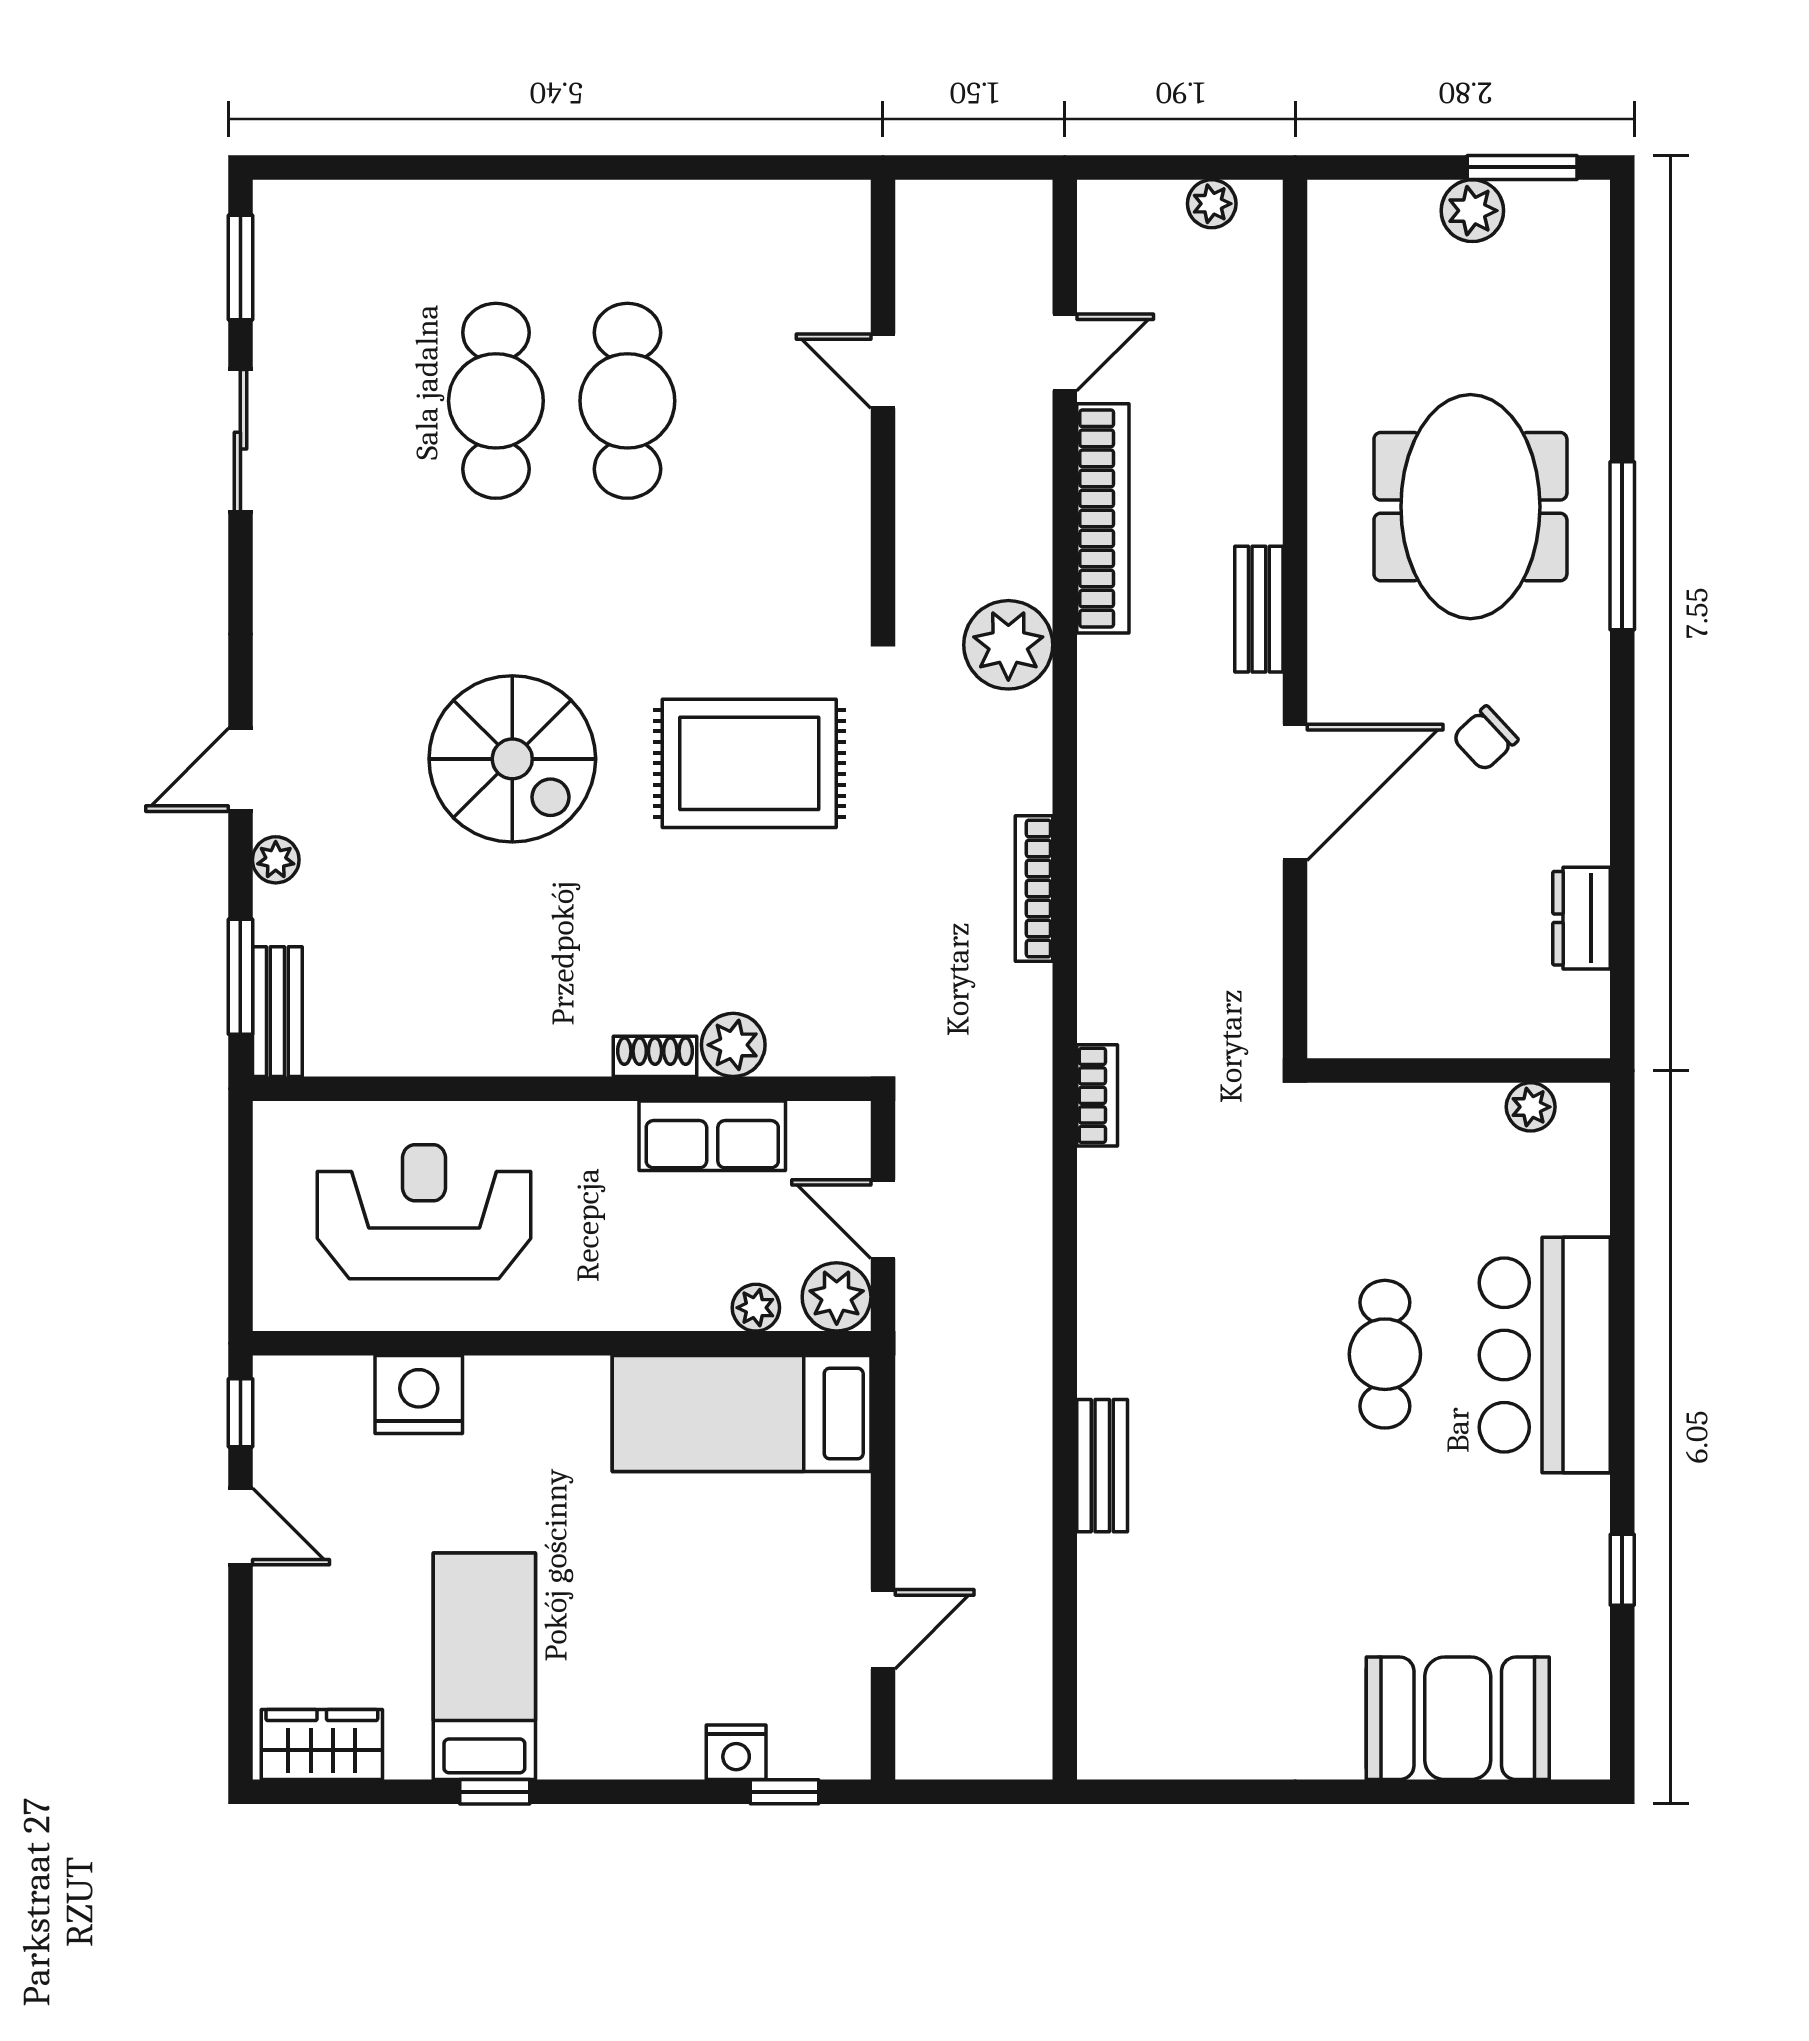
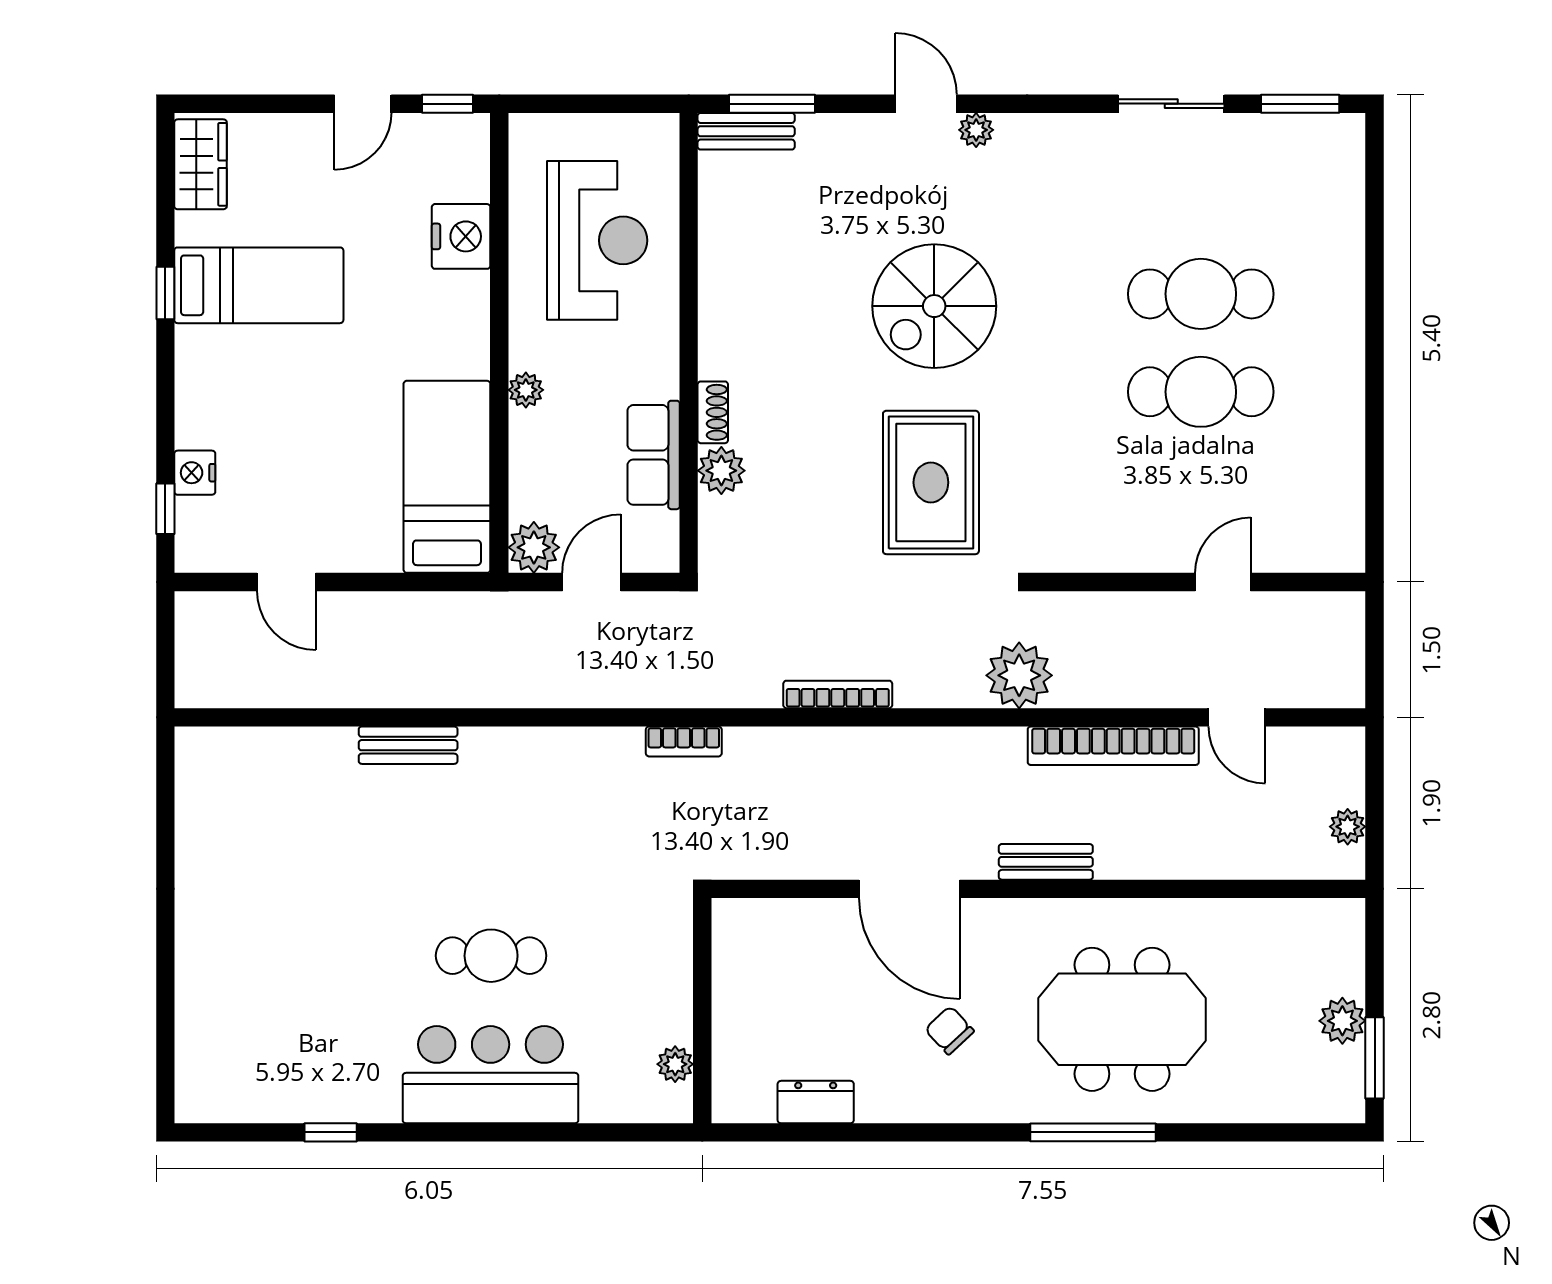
plant: (276, 860) -> (976, 130), moved
plant: (756, 1308) -> (526, 390), moved
booth: (1458, 1718) -> (220, 1010), removed

